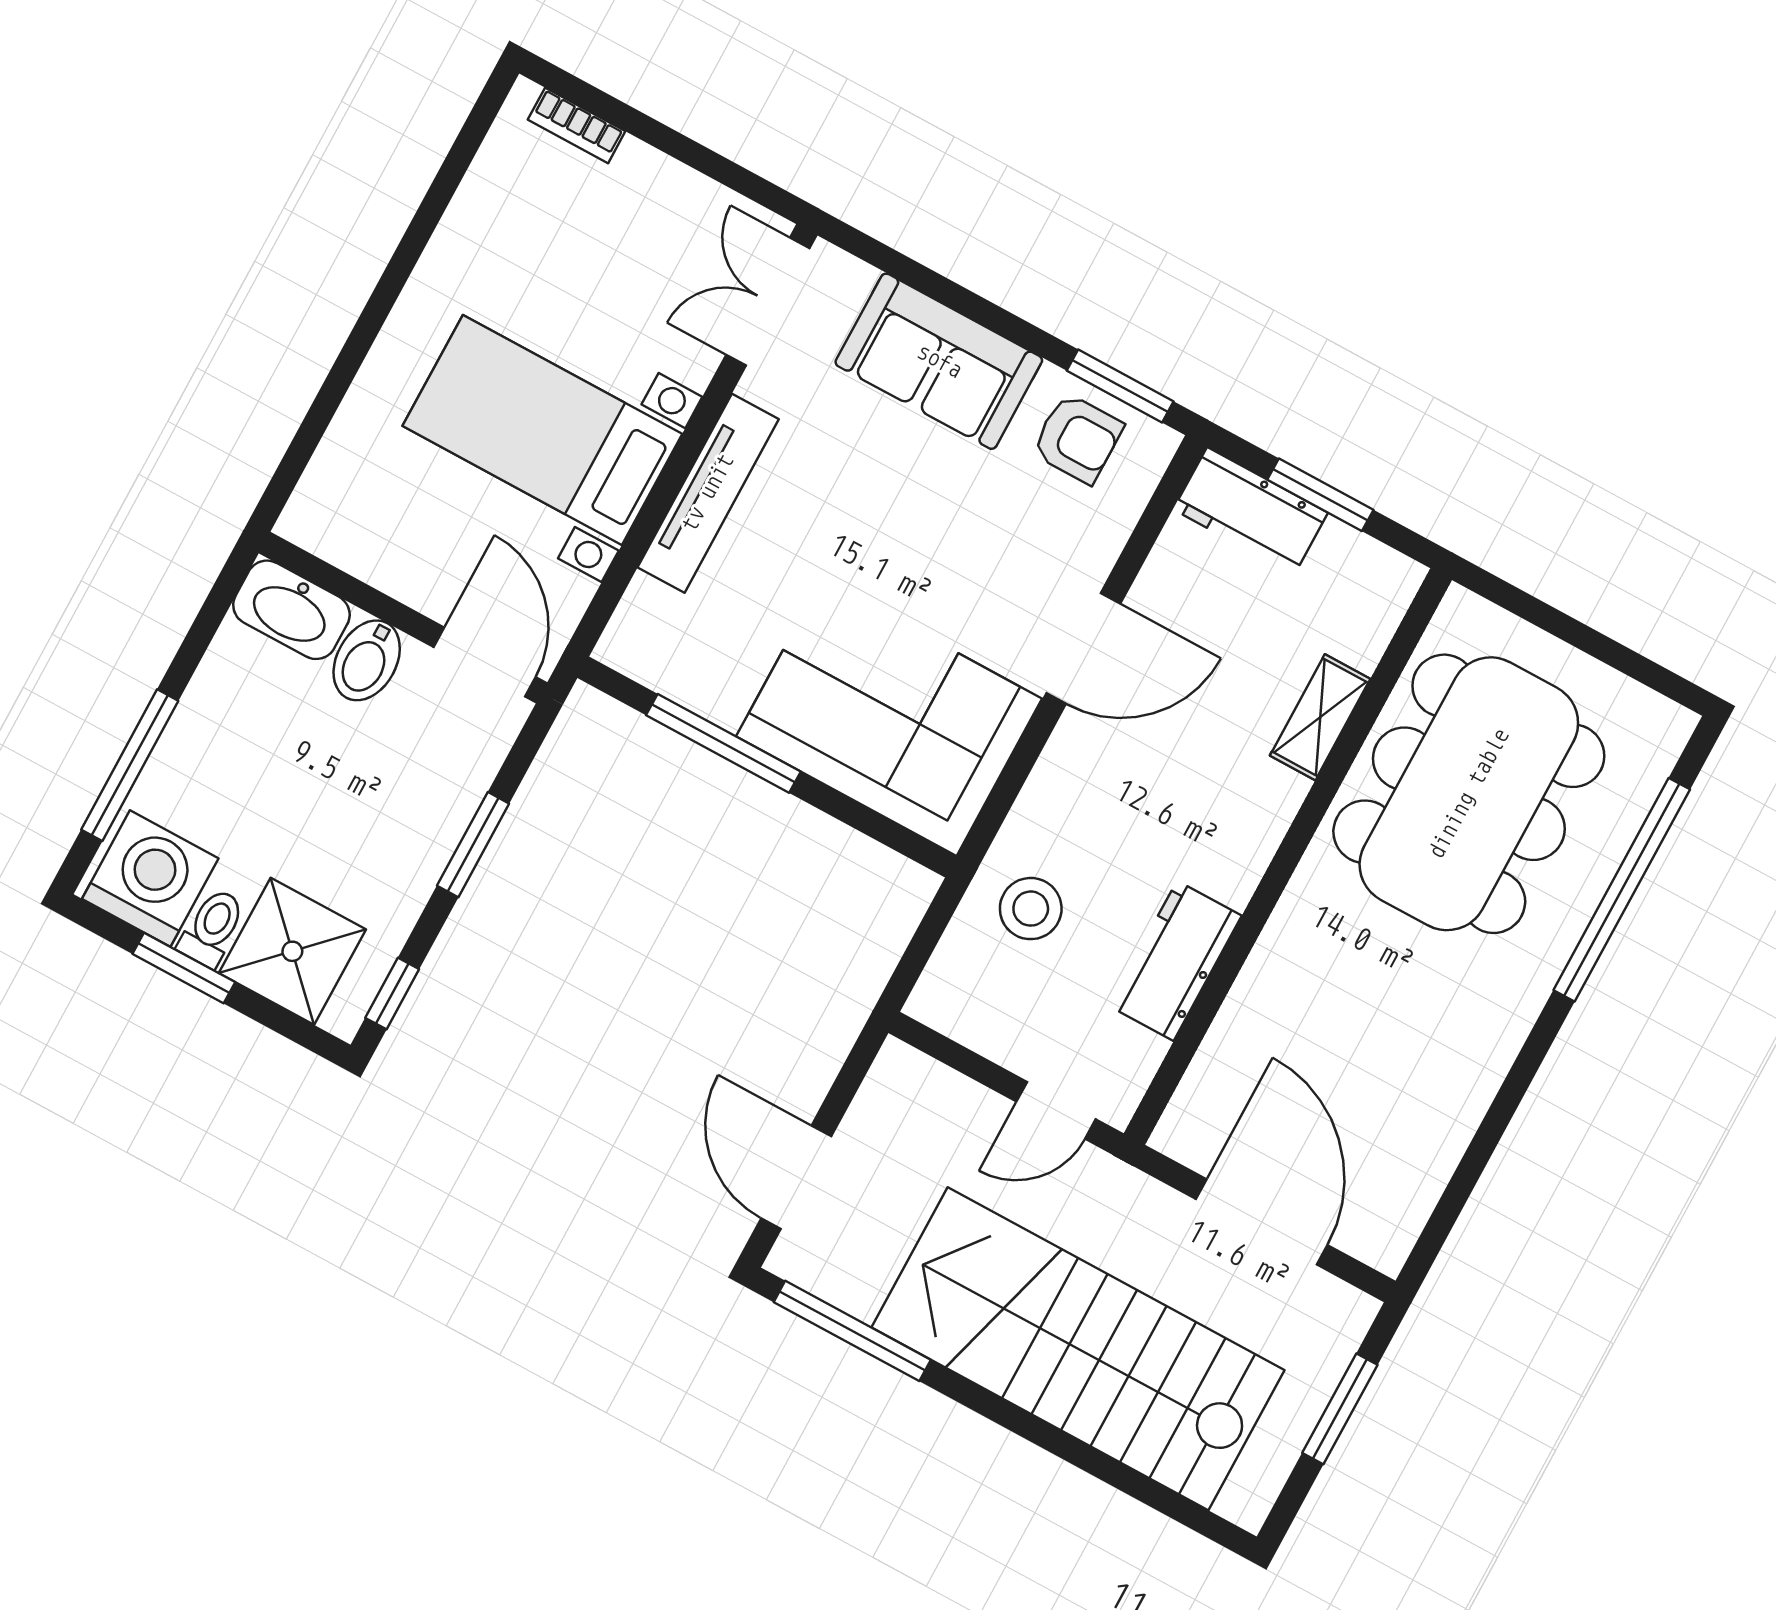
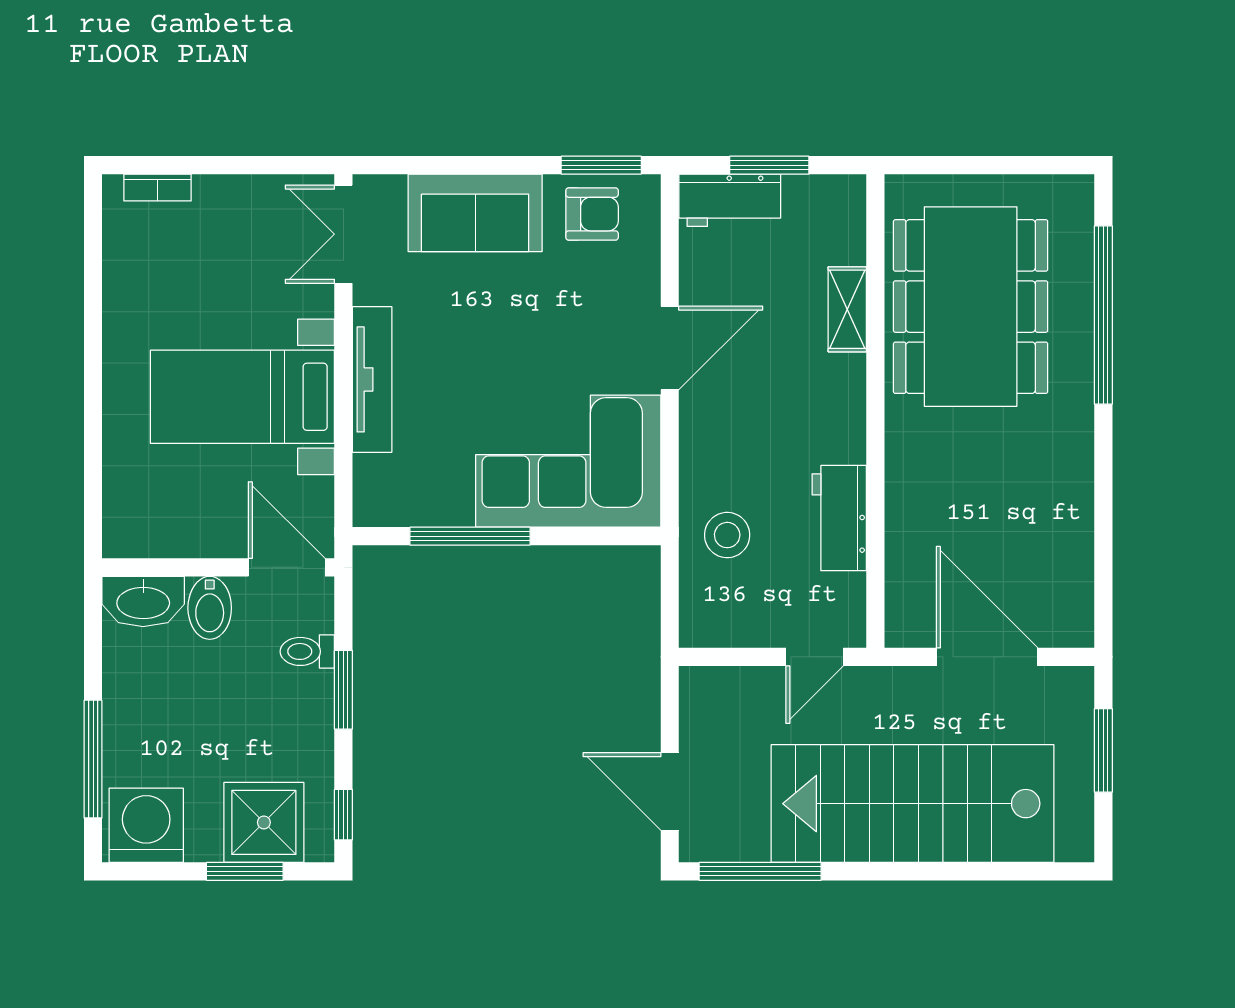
toilet: (212, 928) -> (307, 651), moved, turned -90
window: (184, 968) -> (245, 871), moved

